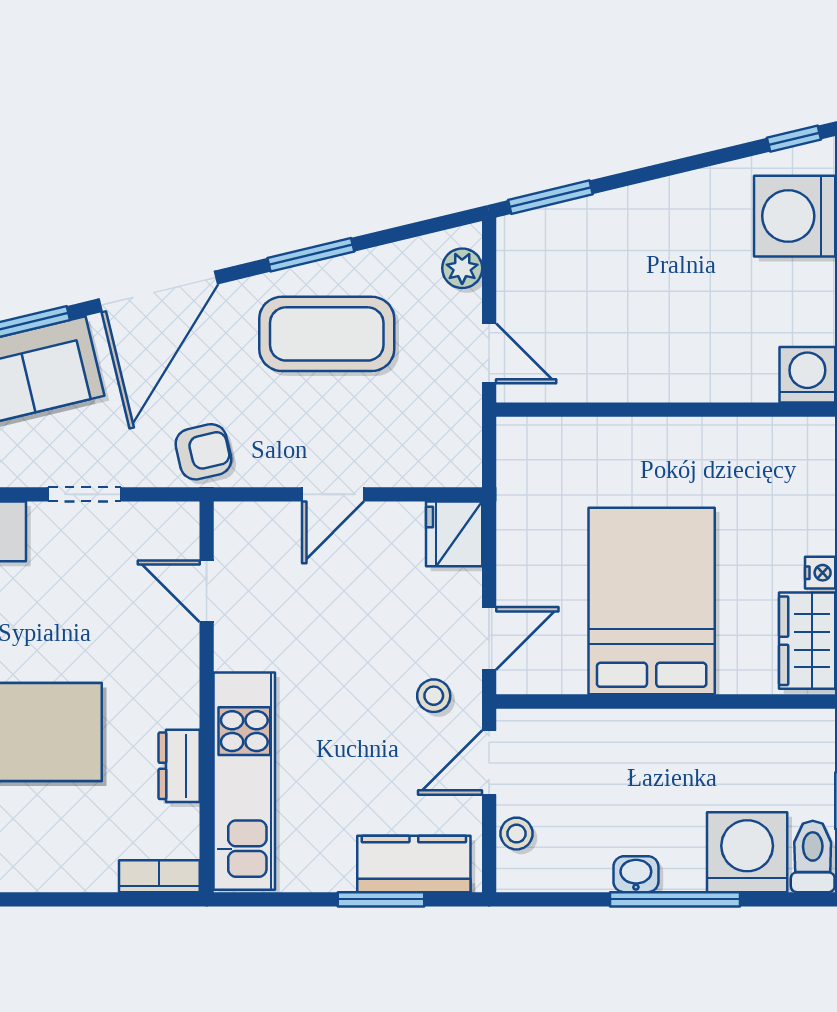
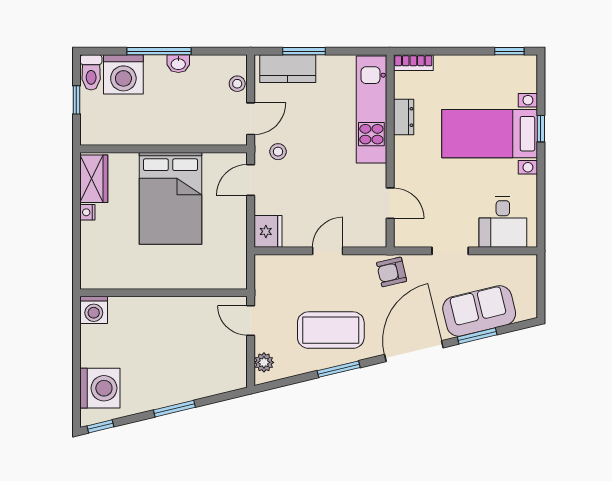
window: (550, 197) -> (174, 409), moved

